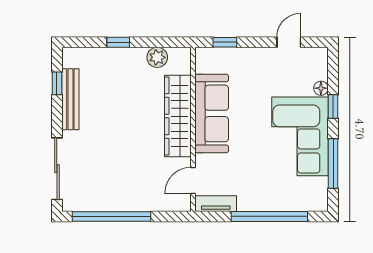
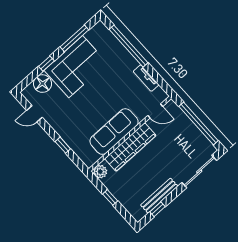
floor lamp: (321, 88) -> (43, 84), width x1.89, depth x1.89
sofa: (212, 113) -> (114, 132), moved
wardrobe: (178, 116) -> (130, 147), moved
wall: (193, 129) -> (130, 134), moved
door: (193, 181) -> (155, 111), moved

